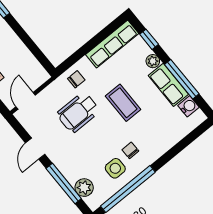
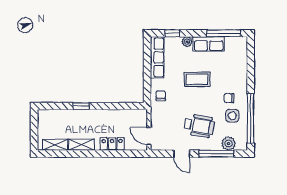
window: (182, 79) -> (224, 33), moved
water cooler: (189, 106) -> (231, 42), removed
wheelchair: (78, 112) -> (199, 126), moved, turned -80

